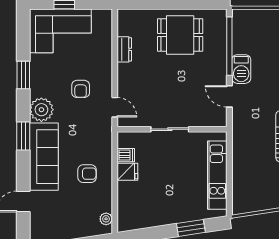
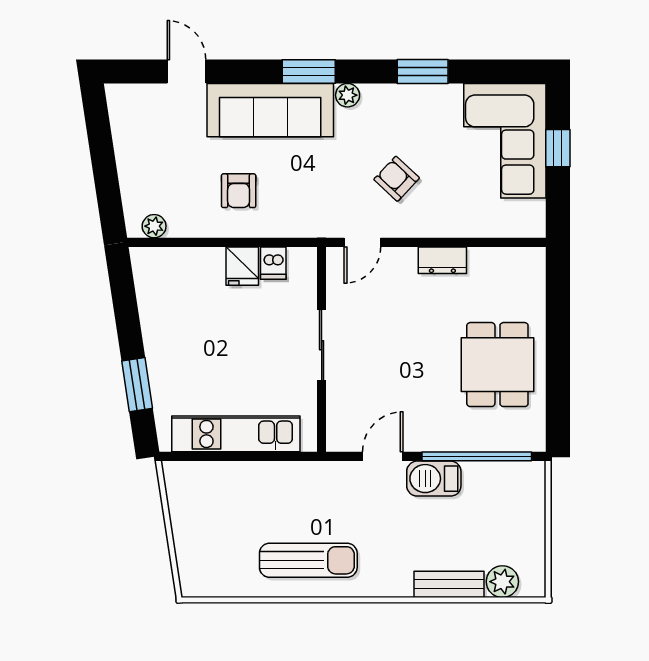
dresser: (124, 49) -> (442, 260), moved
armchair: (81, 89) -> (397, 179), turned 43
plant: (41, 110) -> (348, 95), width x0.53, depth x0.53

